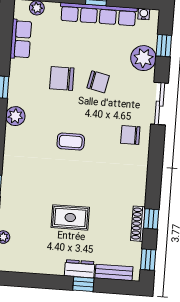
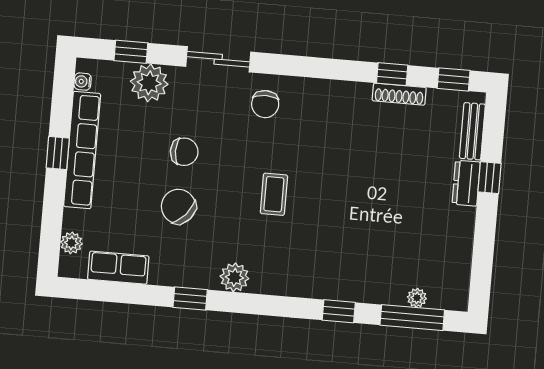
chair: (62, 78) -> (178, 206), turned 131
chair: (98, 82) -> (184, 152), turned 78
rug: (70, 217) -> (389, 196), removed

